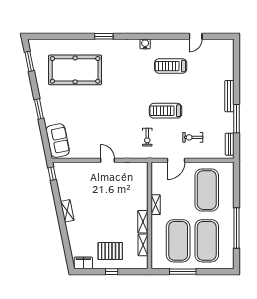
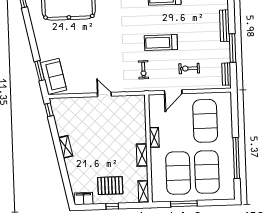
window: (39, 109) -> (40, 71), moved
shelving: (143, 245) -> (143, 191), moved

